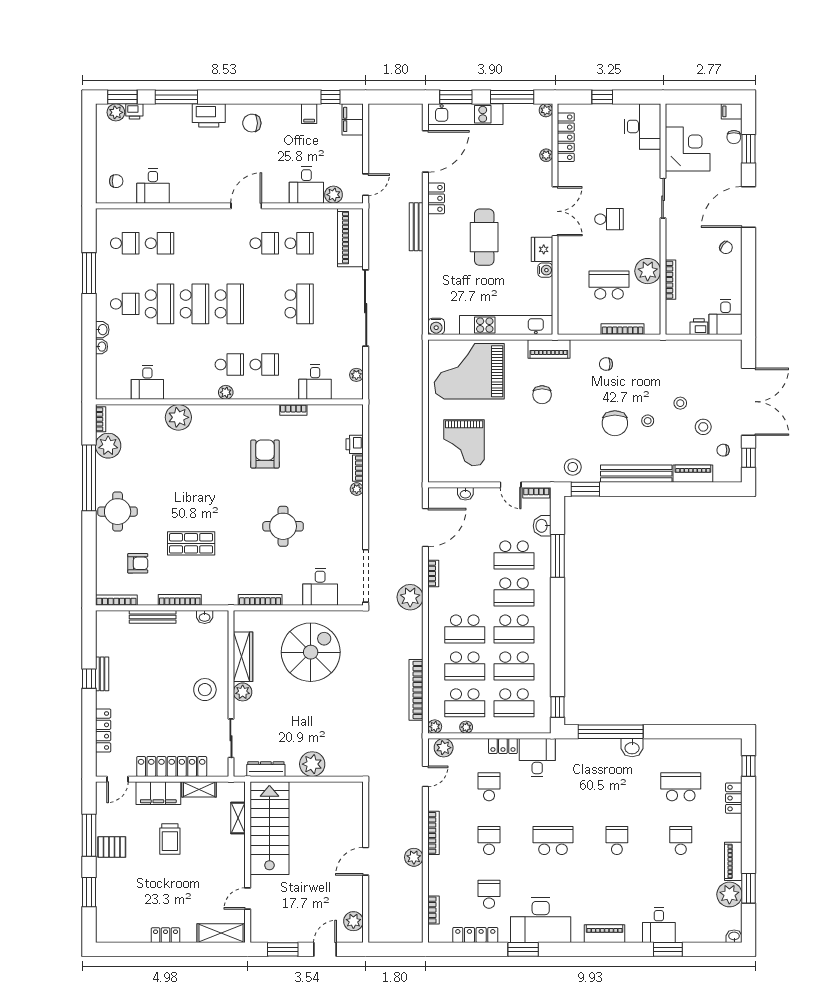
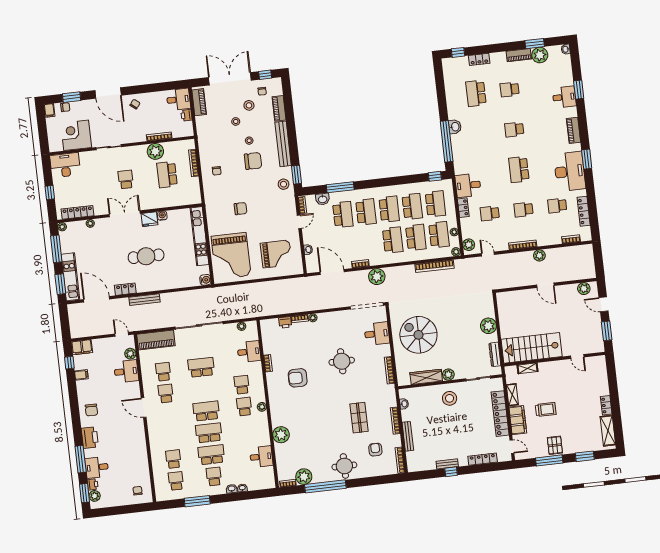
desk: (153, 186) -> (97, 467), moved, turned 180
piano: (549, 349) -> (199, 102), moved
shelving: (221, 933) -> (608, 431), moved
window: (523, 949) -> (587, 159), moved

